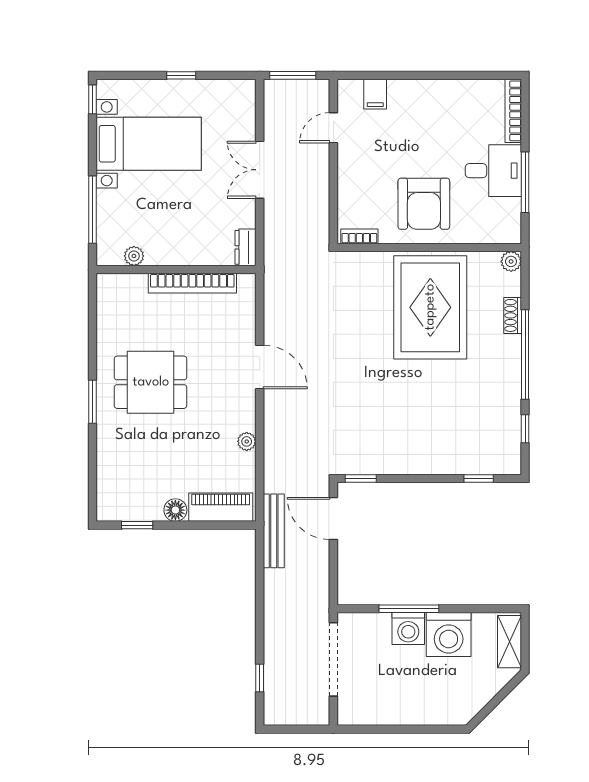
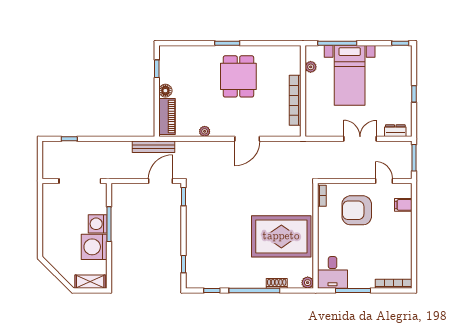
bed with nightstands: (149, 144) -> (350, 75), moved
desk: (493, 171) -> (333, 272), moved
armchair: (424, 204) -> (357, 210), moved
dresser: (246, 247) -> (395, 131), moved

